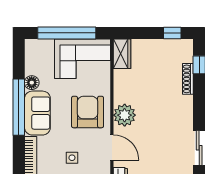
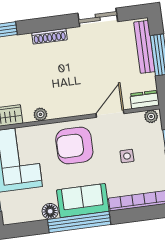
shoe rack: (188, 79) -> (49, 36), moved
plant: (125, 115) -> (40, 114), moved, width x0.53, depth x0.53

